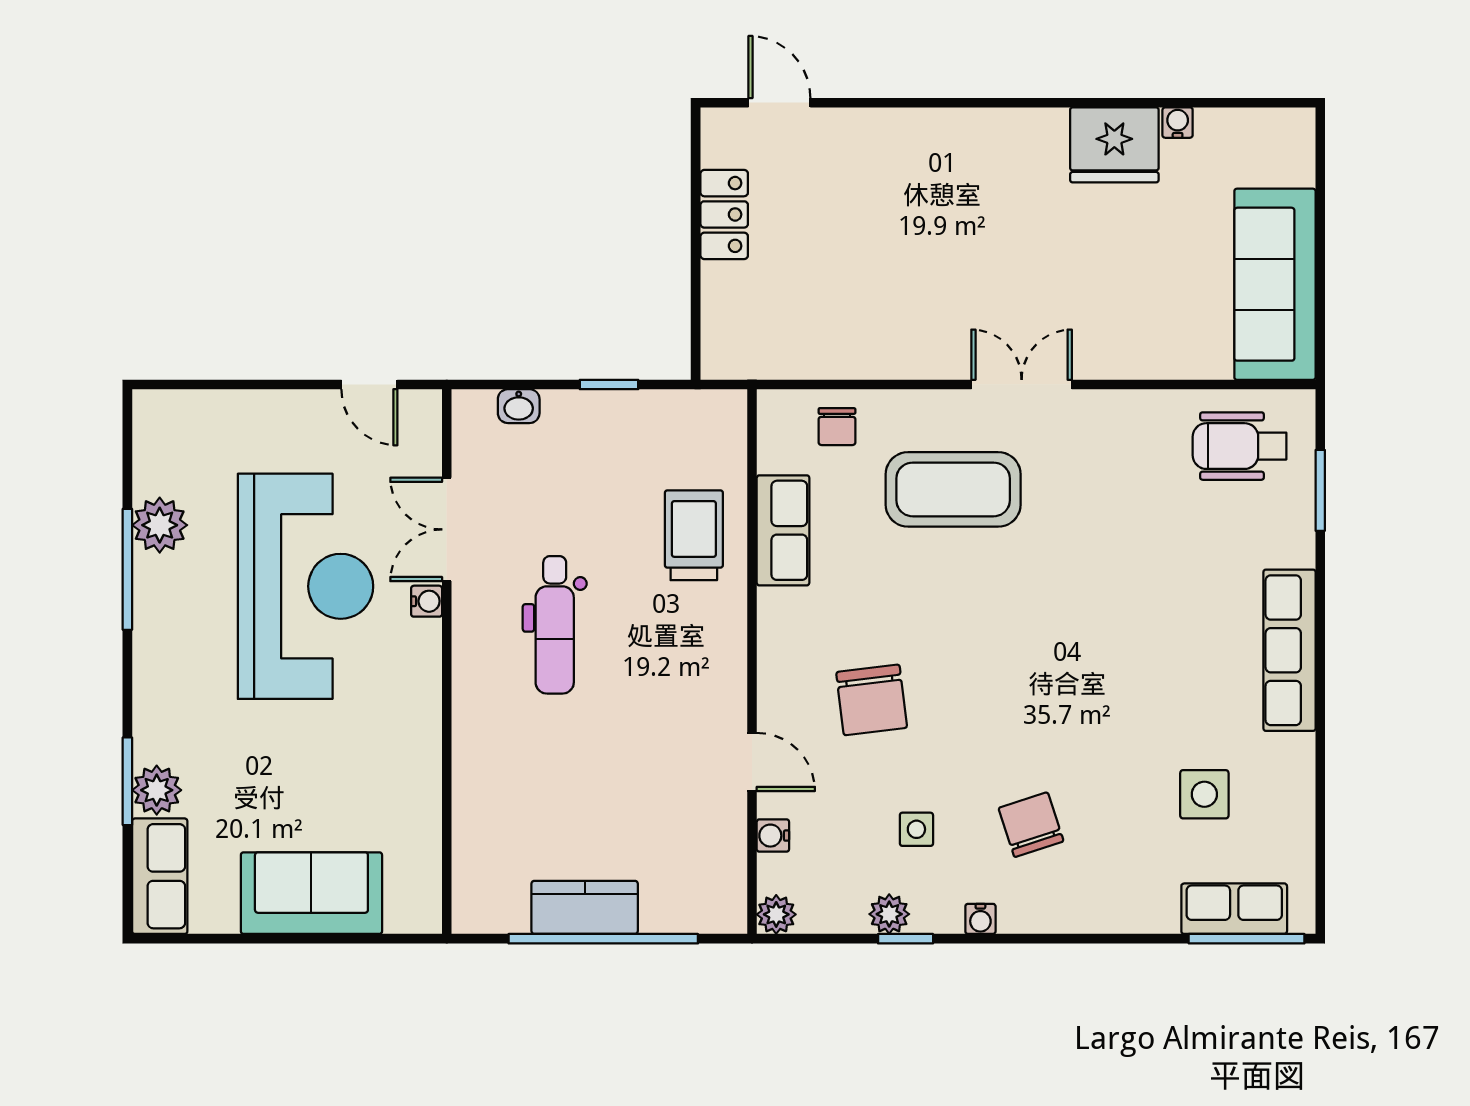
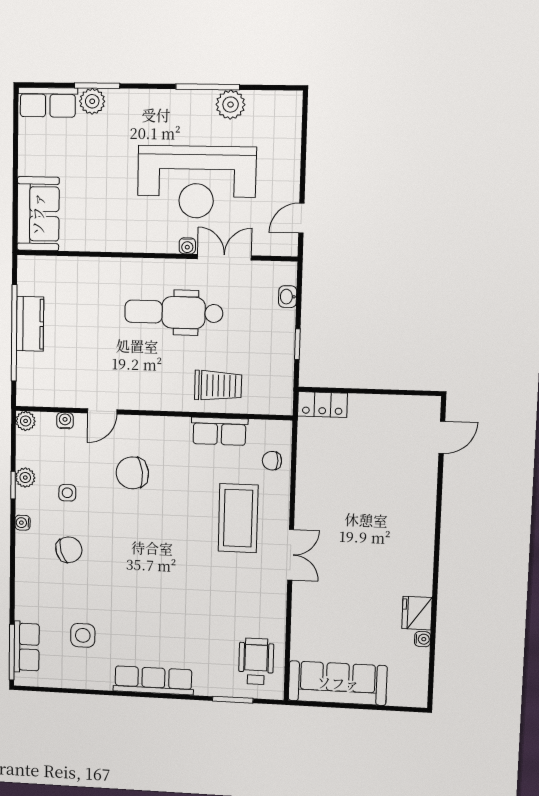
fridge: (1114, 145) -> (417, 613), width x0.73, depth x0.75
locker: (724, 214) -> (322, 405), moved
dental chair: (555, 625) -> (174, 312), width x1.36, depth x1.38
sofa: (311, 893) -> (38, 214), moved

